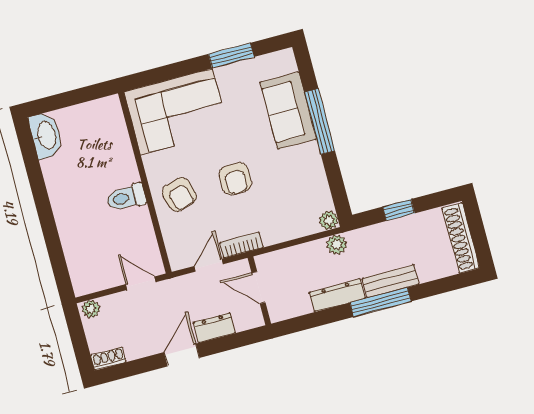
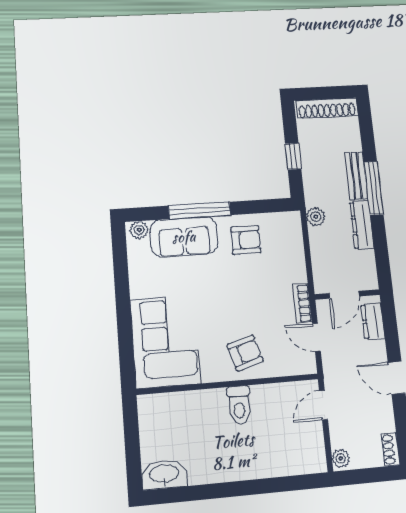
window: (231, 55) -> (121, 280), removed
armchair: (235, 179) -> (246, 240), moved
plant: (329, 220) -> (139, 230), moved
dresser: (214, 328) -> (373, 321), moved

